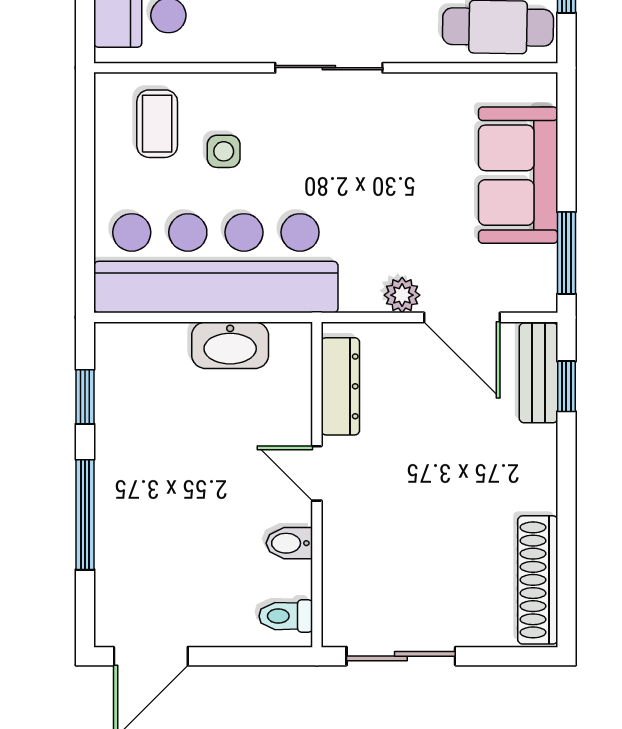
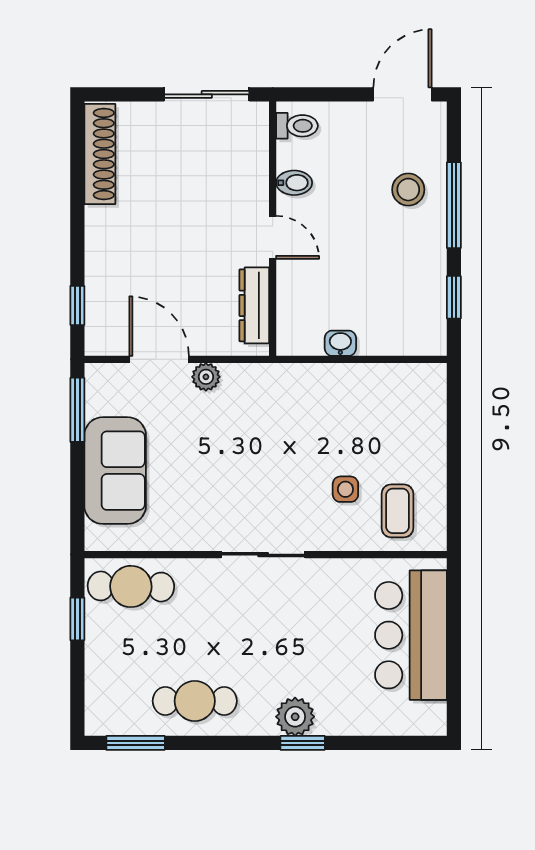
bar counter: (216, 263) -> (352, 402), removed
washbasin: (230, 345) -> (340, 343), width x0.52, depth x0.69
bench: (538, 373) -> (99, 316), removed
stool: (143, 534) -> (408, 190), added

